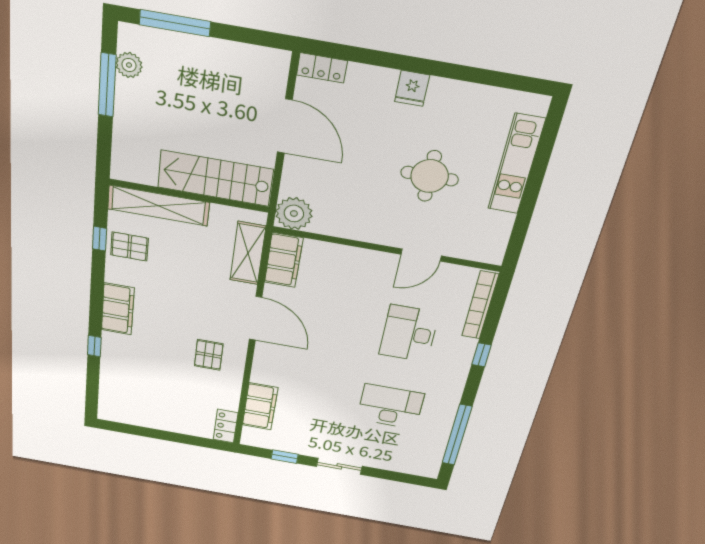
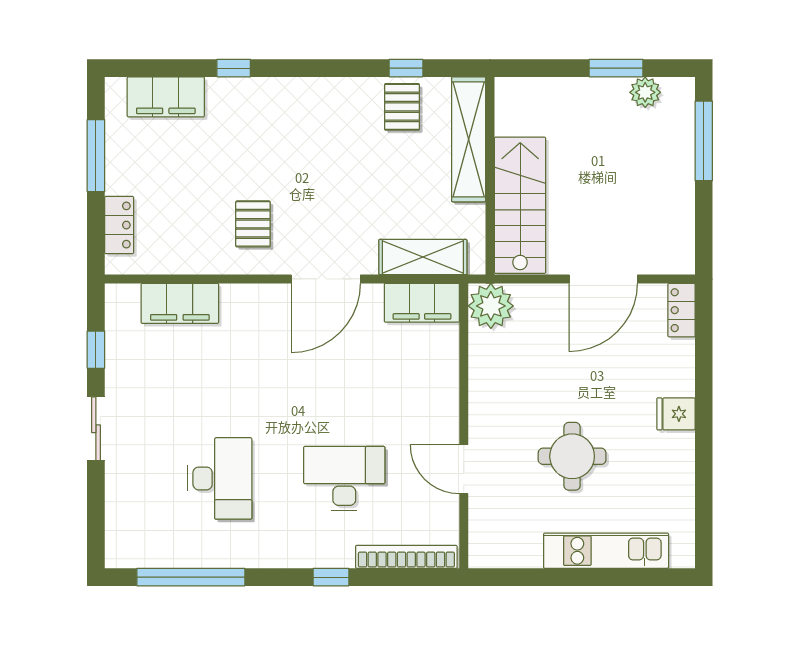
window: (107, 85) -> (616, 68), width x0.69
filing cabinet: (118, 309) -> (166, 97), moved
pallet: (209, 355) -> (253, 224), turned 90
locker: (226, 426) -> (119, 225), moved, turned 90
window: (151, 433) -> (96, 156), added

